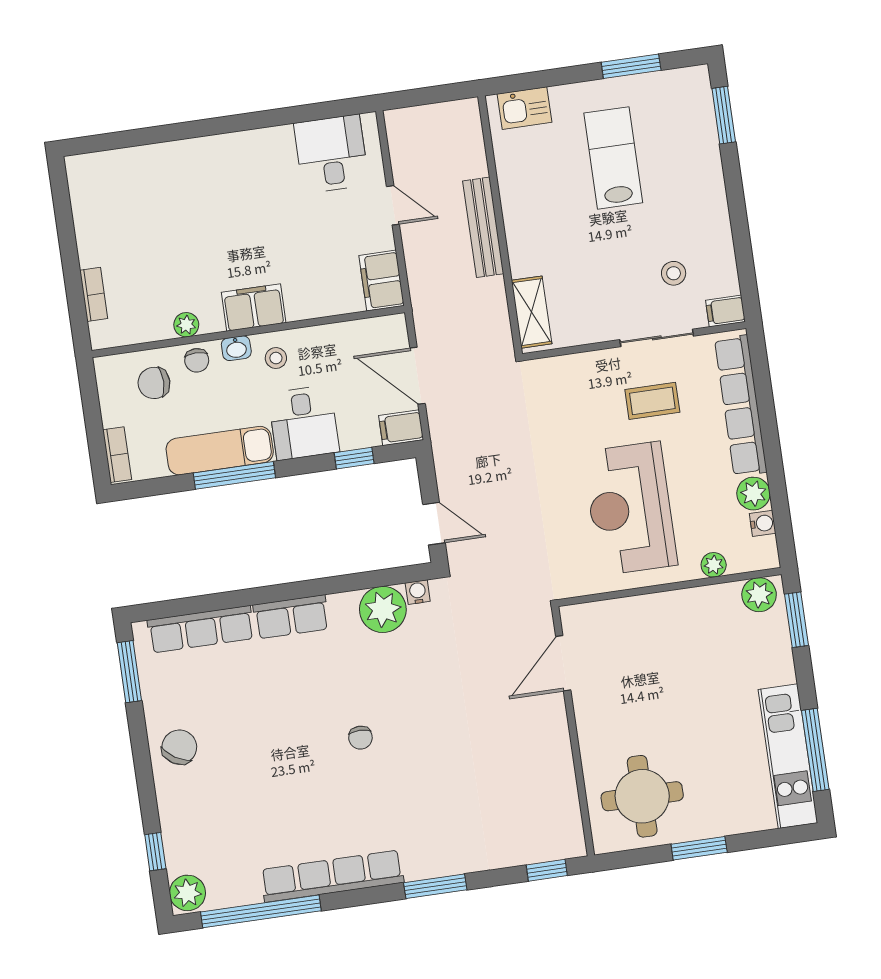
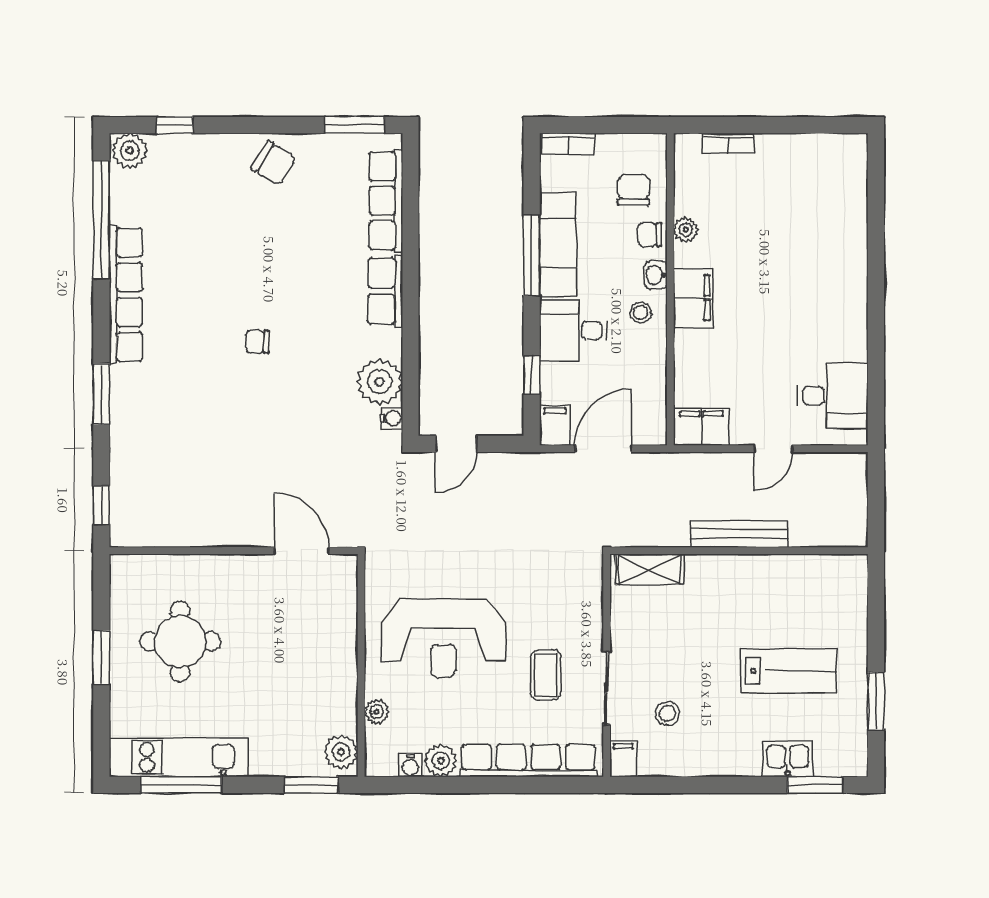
kitchen sink: (525, 108) -> (788, 759), moved, turned 90
reception desk: (630, 508) -> (443, 638), turned 180
round table: (642, 796) -> (180, 641), moved

